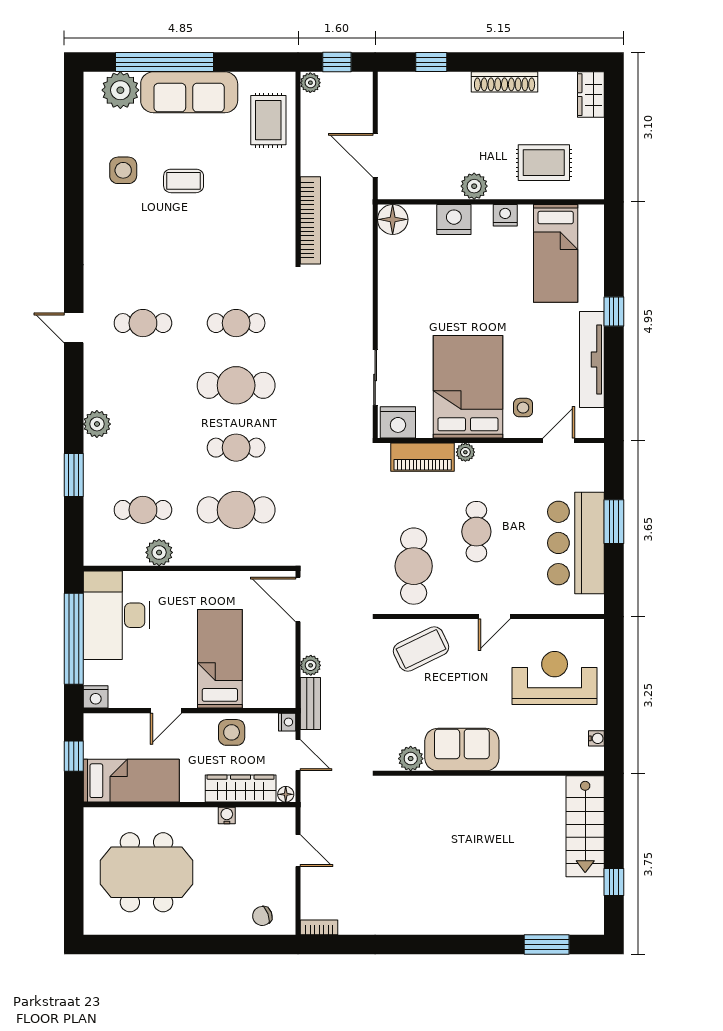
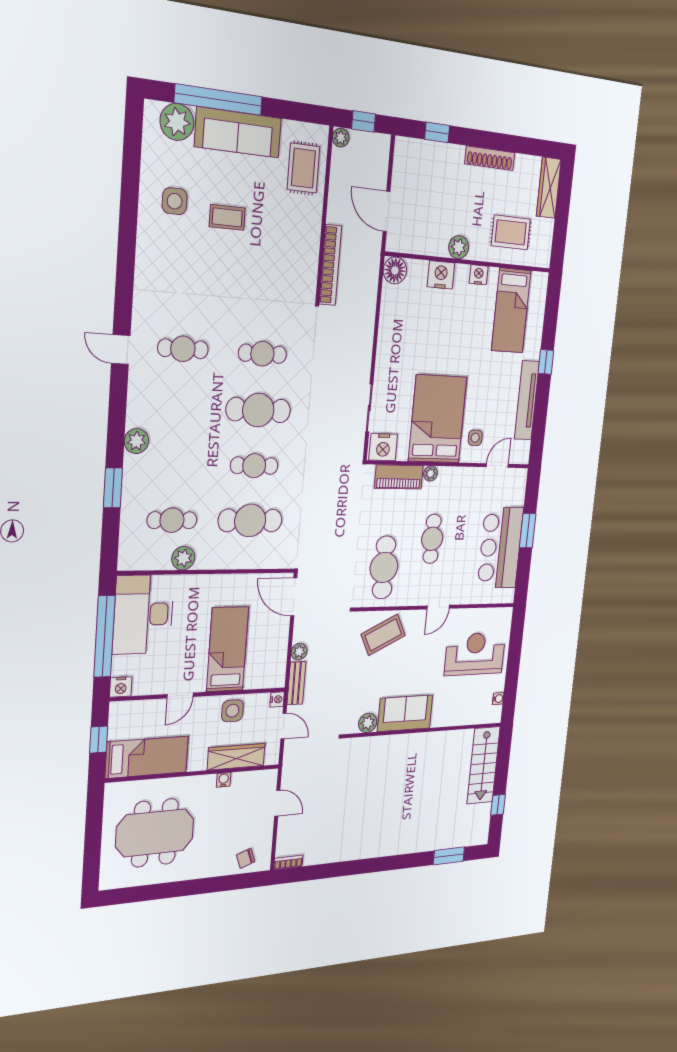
wardrobe: (591, 95) -> (549, 188), width x1.50
floor lamp: (286, 794) -> (271, 759), removed

